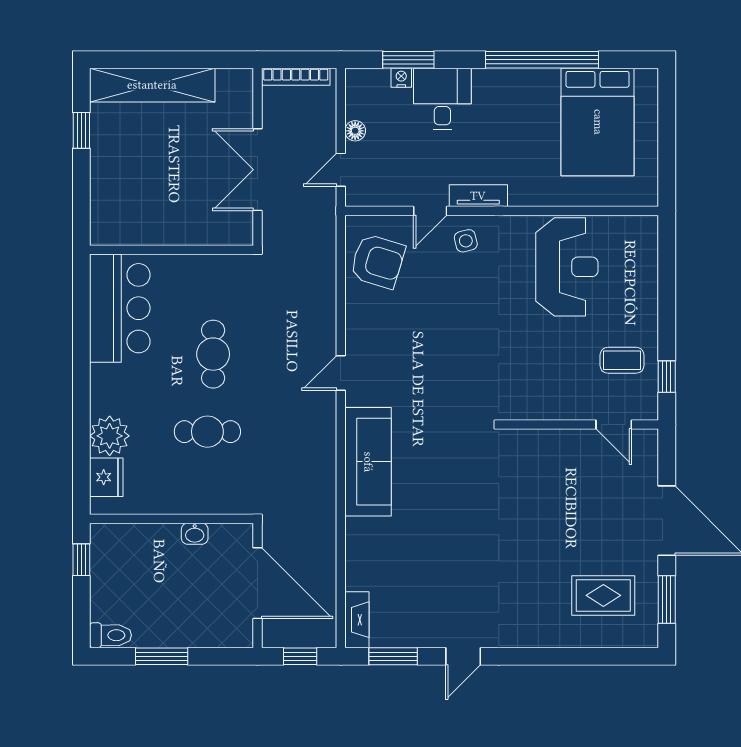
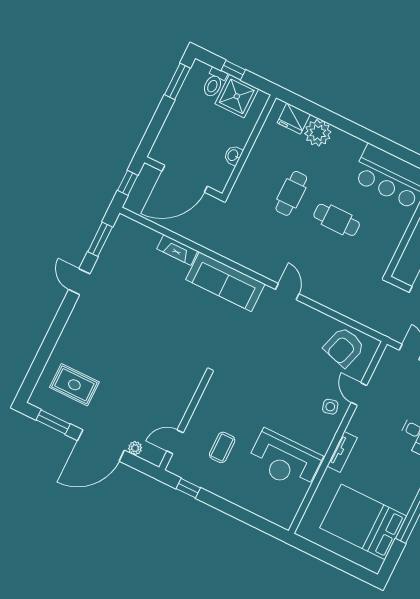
tv unit: (478, 196) -> (342, 452), moved
coffee table: (622, 360) -> (222, 447), moved
plant: (648, 474) -> (135, 448), added
window: (81, 560) -> (233, 70), moved
shower: (114, 567) -> (237, 96), added
rug: (603, 595) -> (74, 385), turned 90
fireplace: (357, 620) -> (177, 250), moved
toilet: (110, 635) -> (214, 83), moved
window: (162, 656) -> (177, 81), moved

